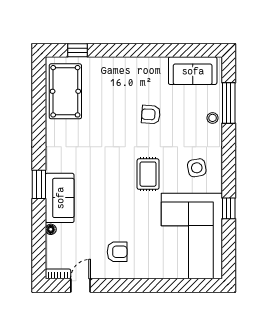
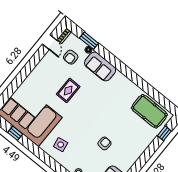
rug: (148, 174) -> (68, 90), moved, turned 90
window: (39, 184) -> (89, 41), moved
window: (229, 208) -> (15, 133), moved
armchair: (117, 252) -> (71, 57), moved

